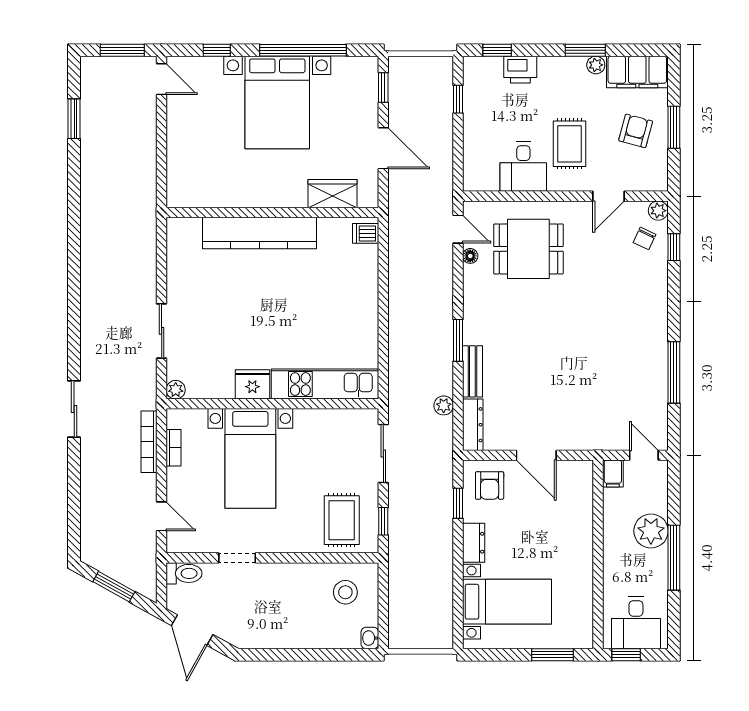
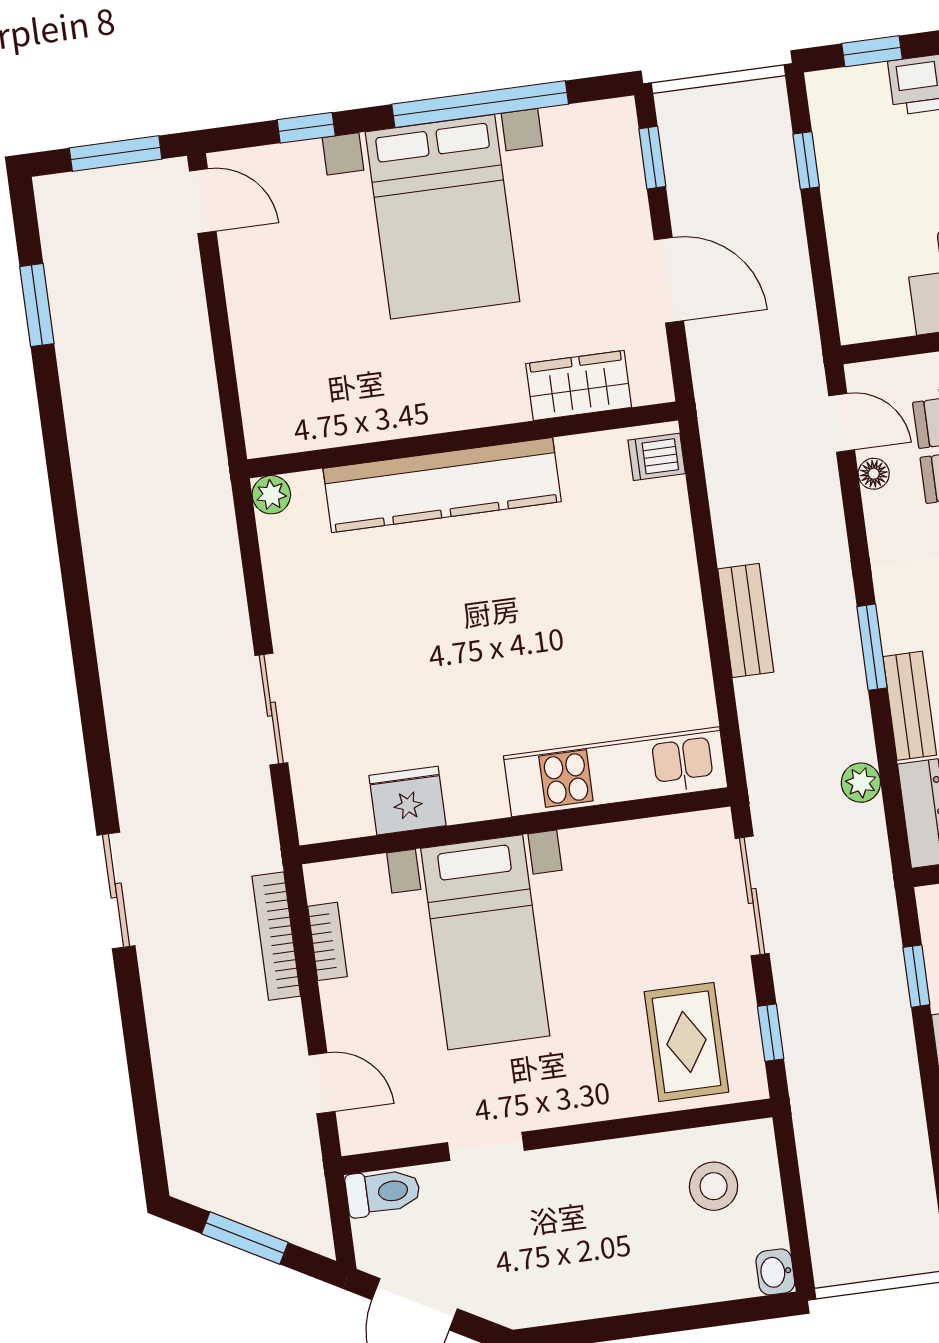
bench: (398, 319) -> (746, 620), added
fridge: (252, 384) -> (408, 801), moved
plant: (176, 390) -> (271, 495), moved

